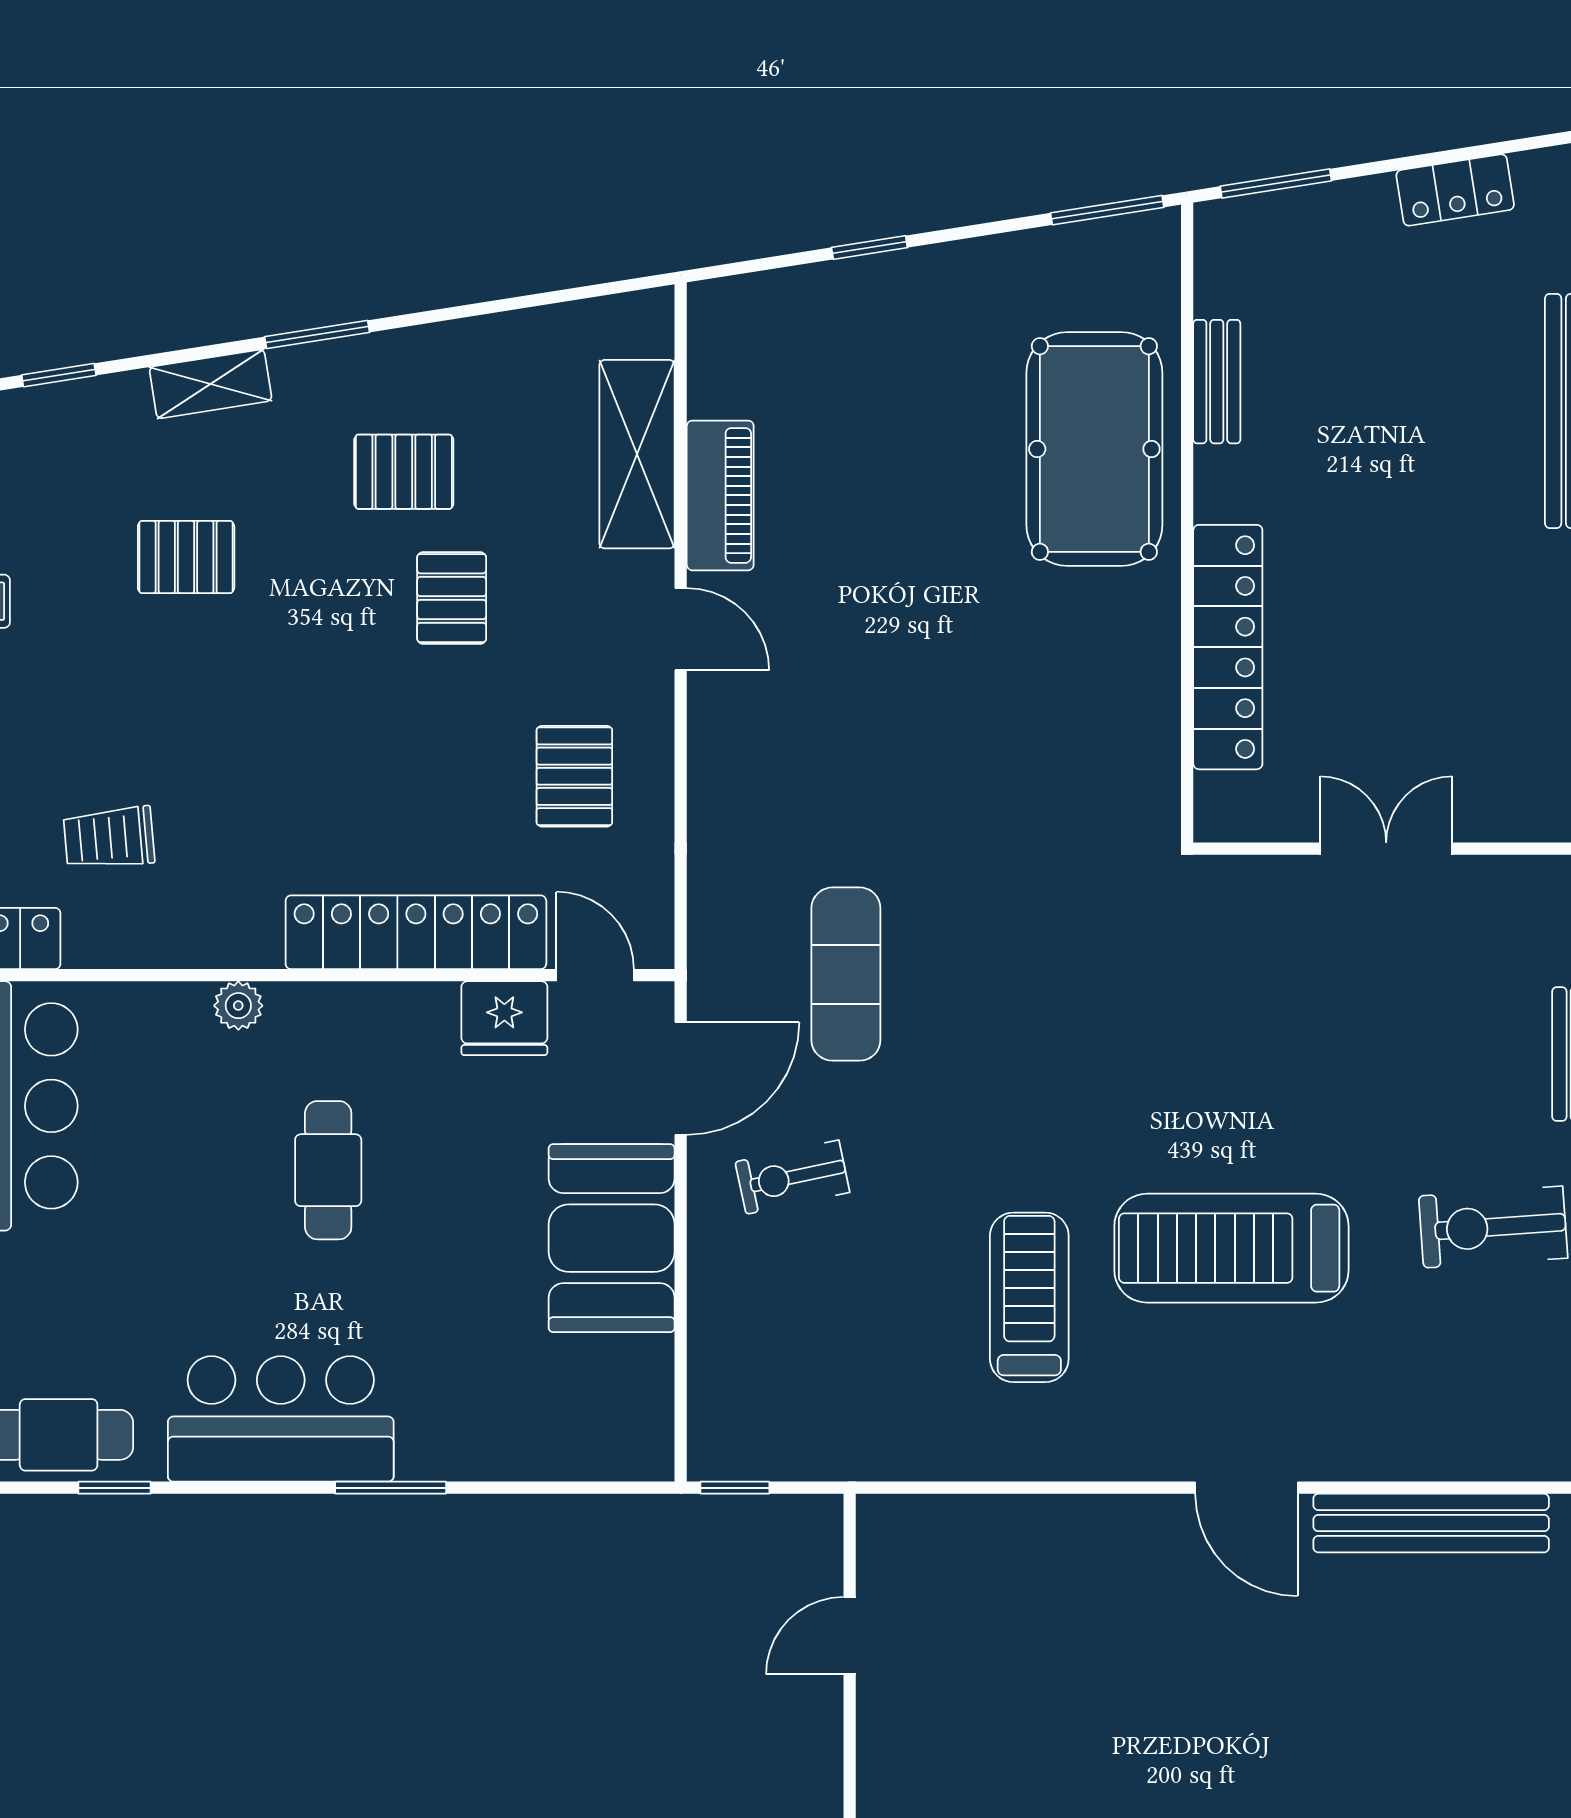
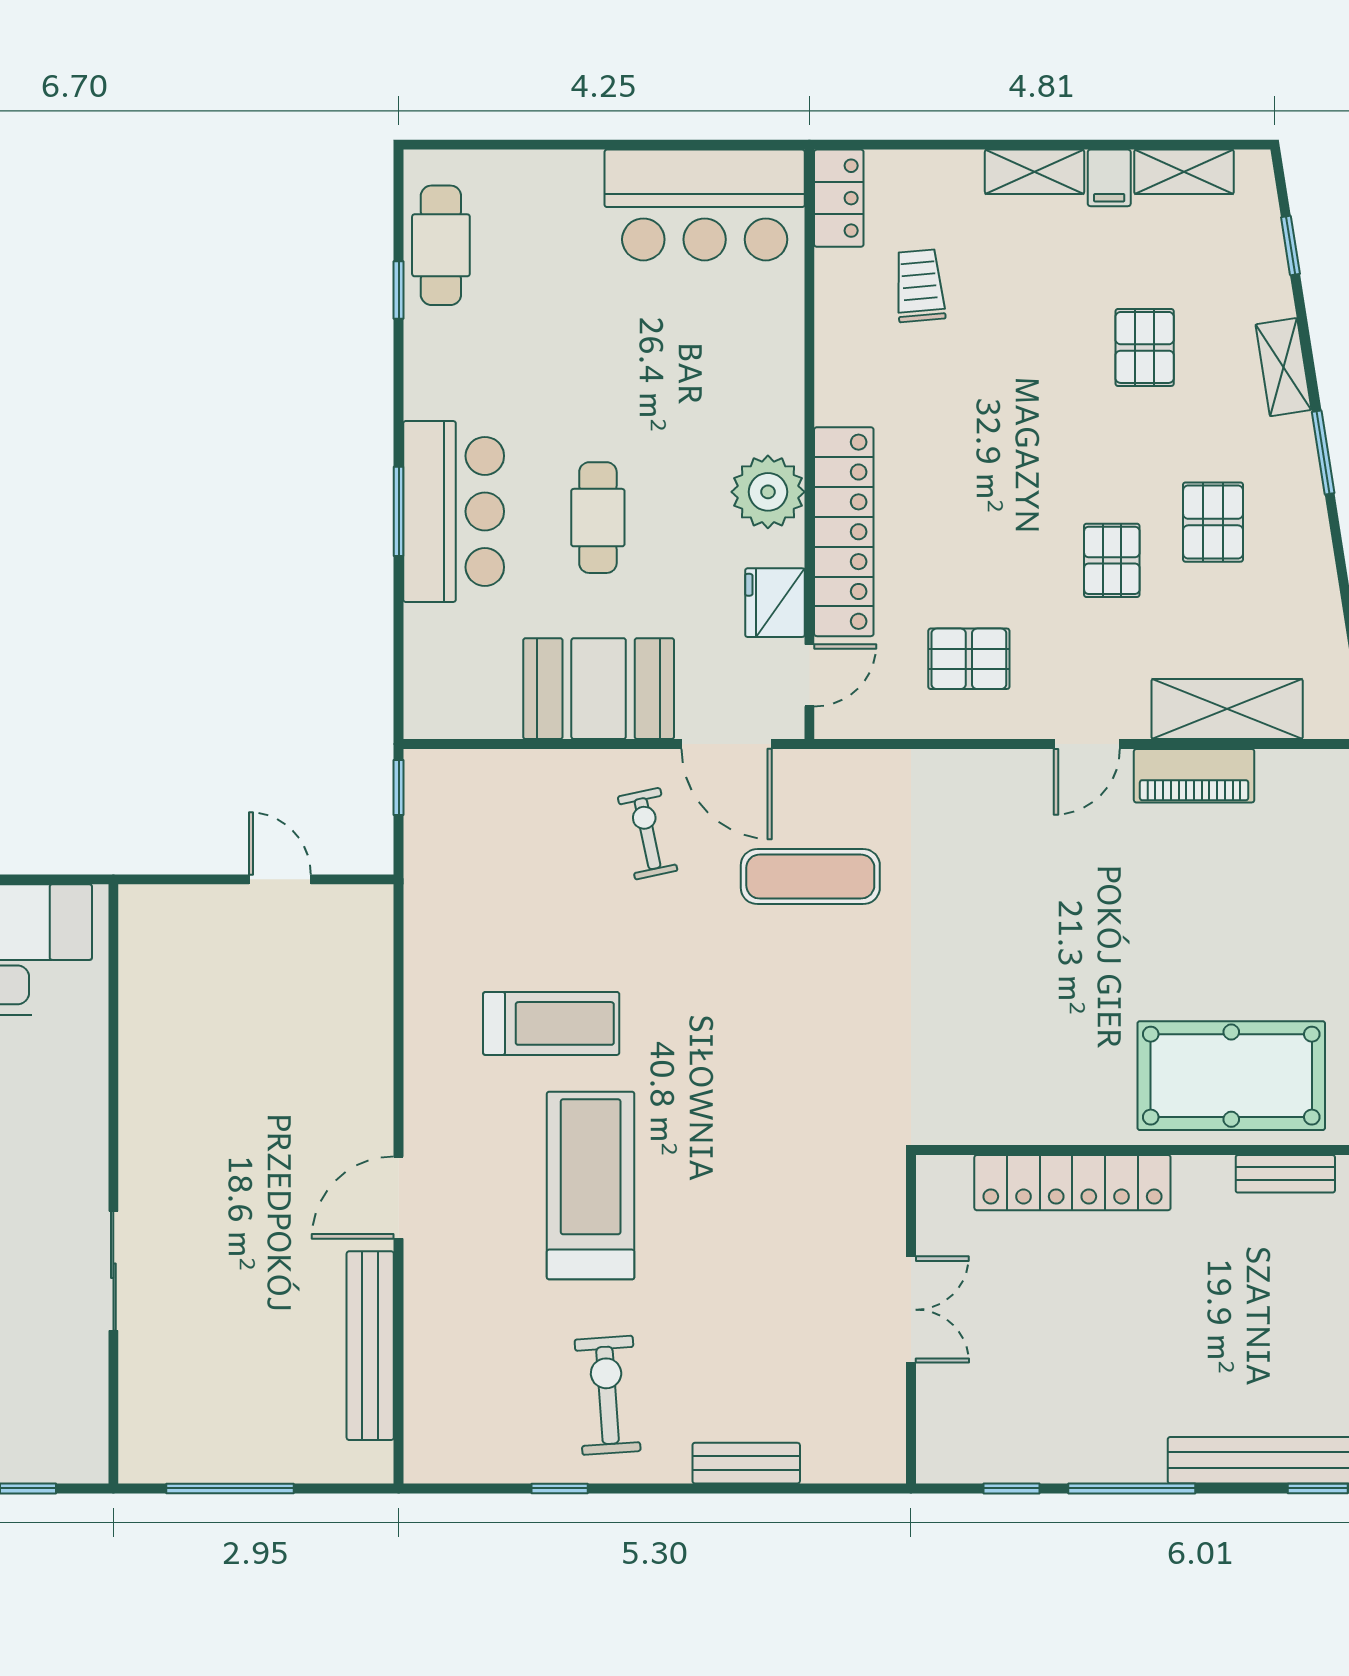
pallet: (452, 598) -> (1112, 560), turned 90
plant: (238, 1006) -> (768, 492), moved, width x1.87, depth x1.87
cafe table: (328, 1170) -> (598, 518), moved, turned 90
bar counter: (281, 1419) -> (454, 511), moved

